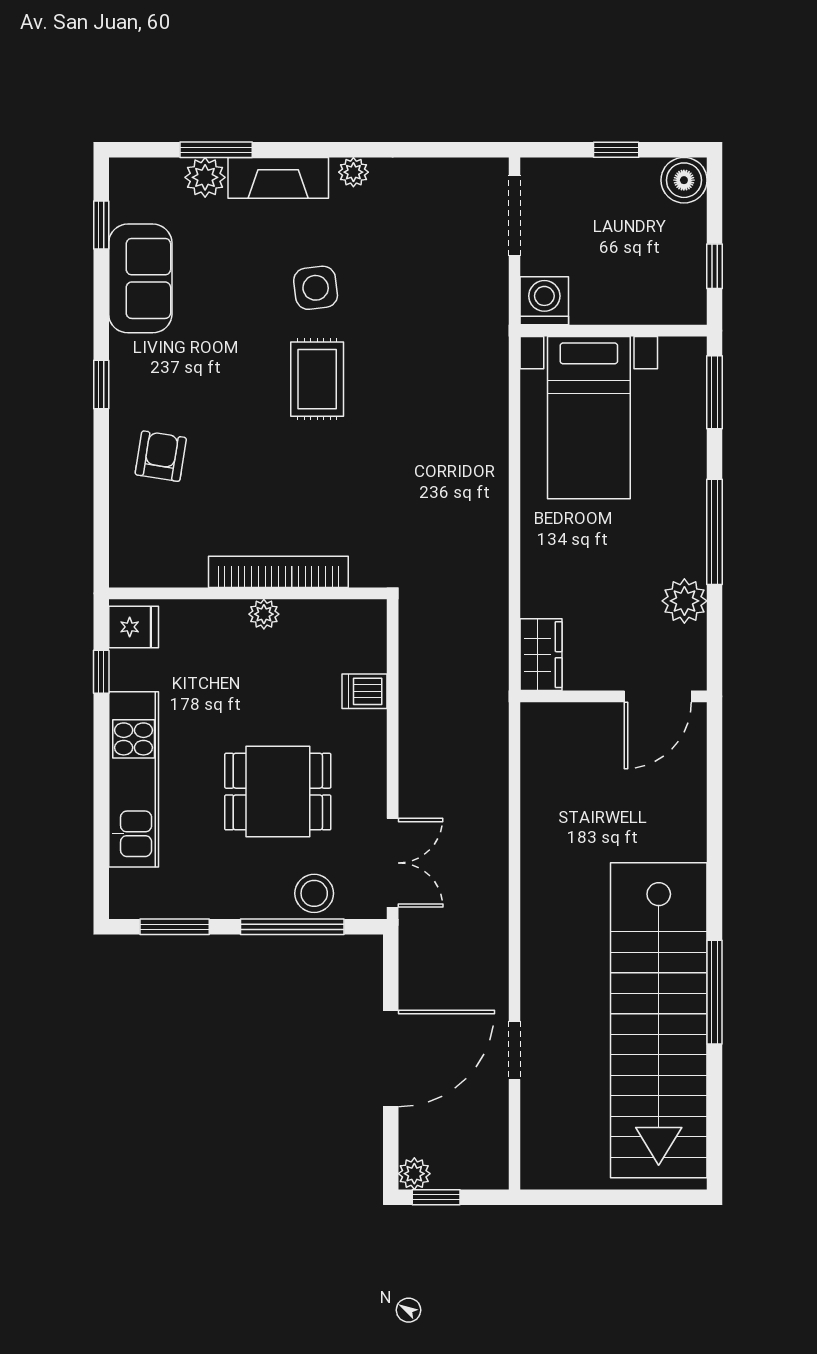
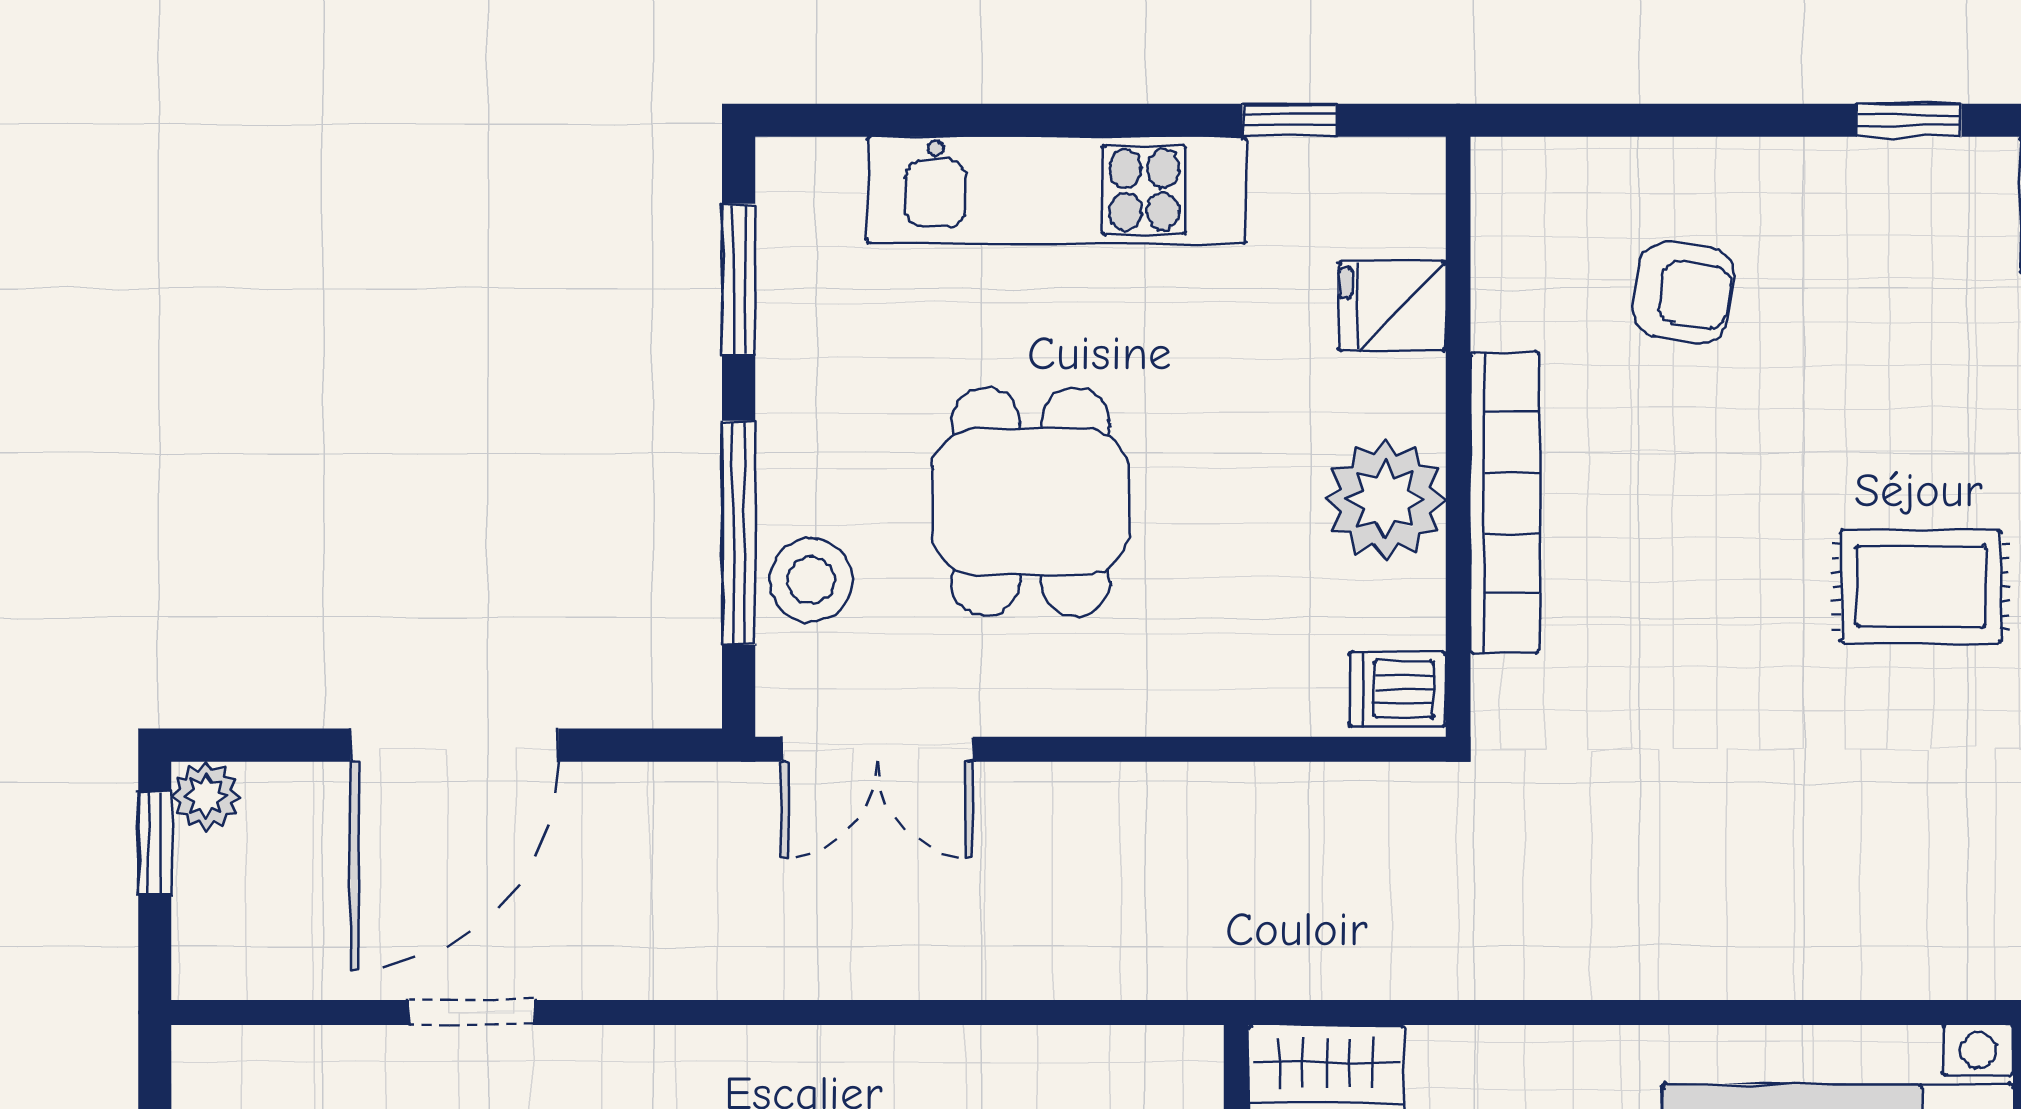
armchair: (161, 456) -> (1683, 293), moved
plant: (264, 614) -> (1385, 500), width x1.87, depth x1.87
fridge: (134, 627) -> (1392, 306), moved, turned 90
dishwasher: (364, 691) -> (1397, 689), moved, turned -90
door: (391, 1058) -> (455, 745), hinge flipped

